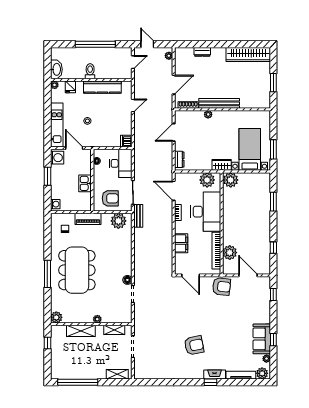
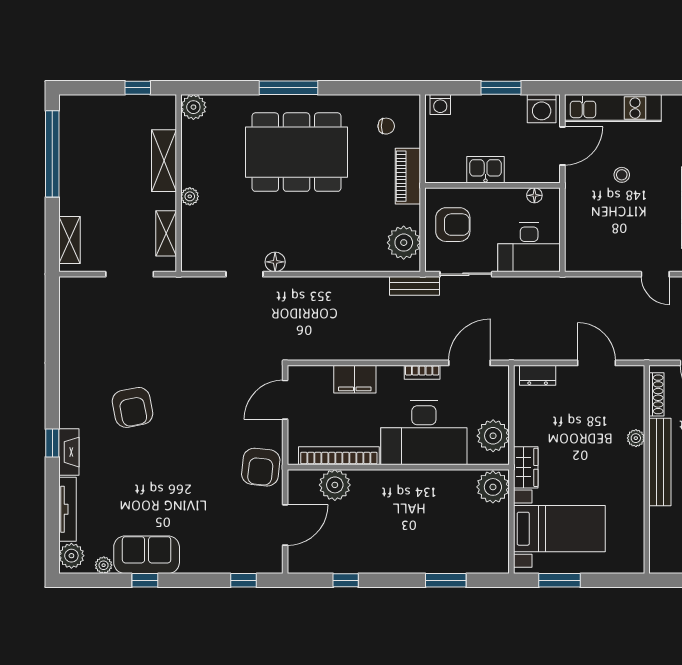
dishwasher: (126, 141) -> (578, 260), removed
armchair: (110, 198) -> (453, 225), turned -90

